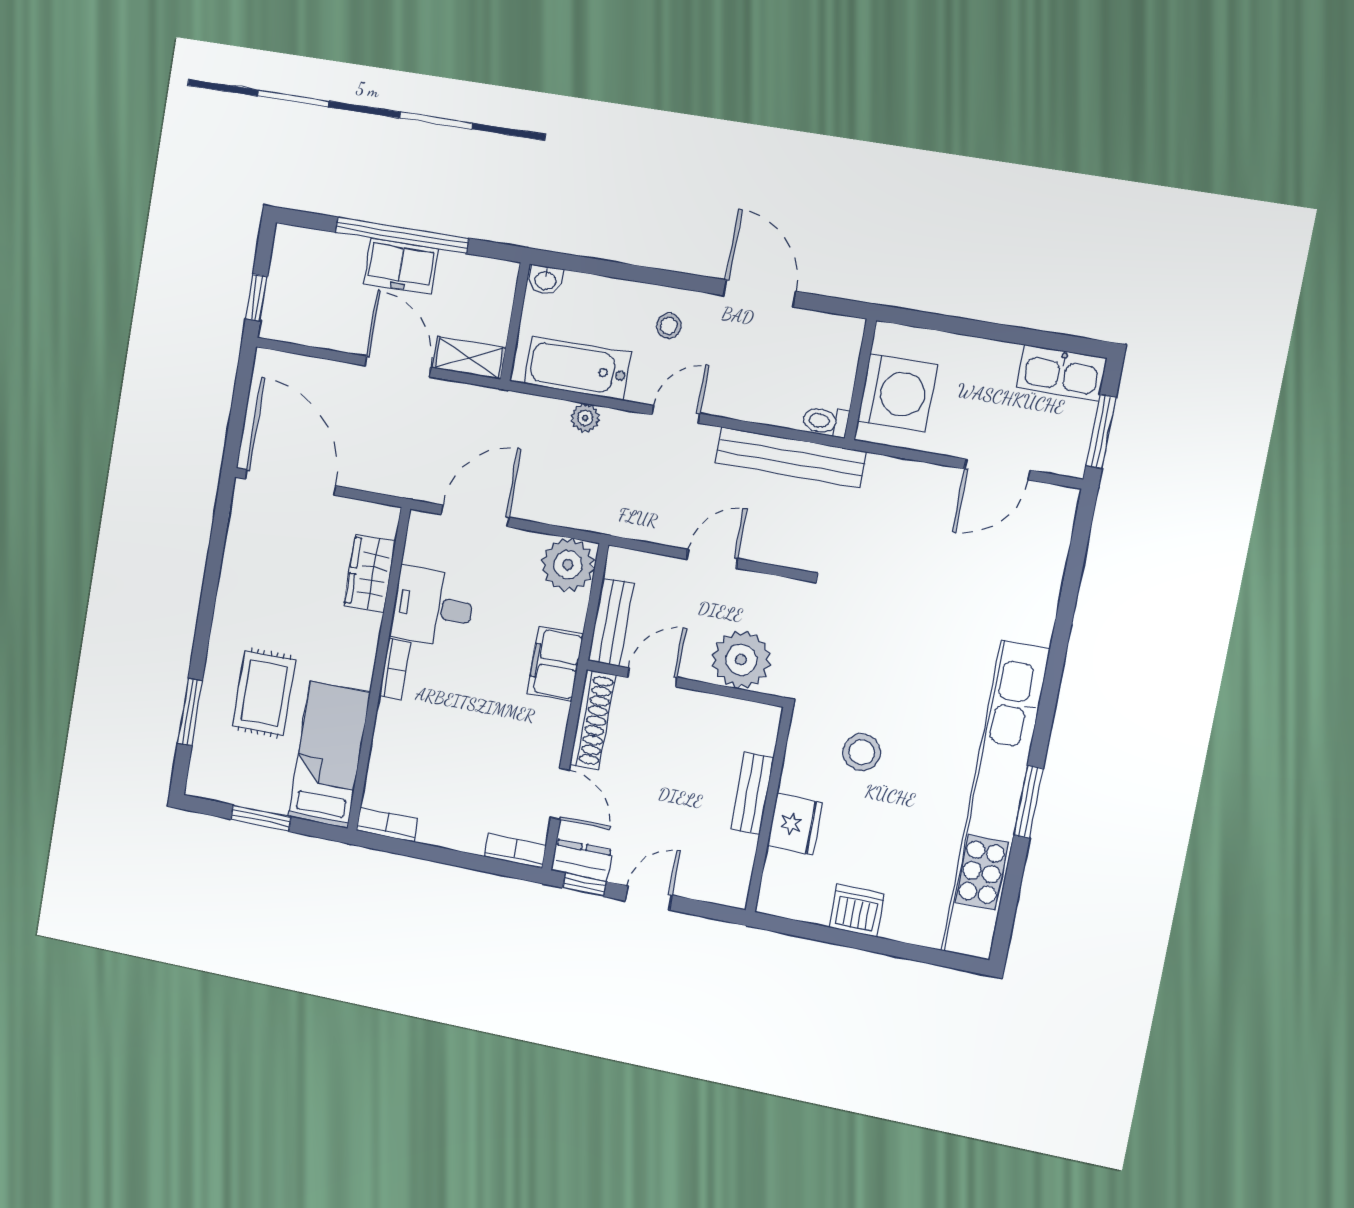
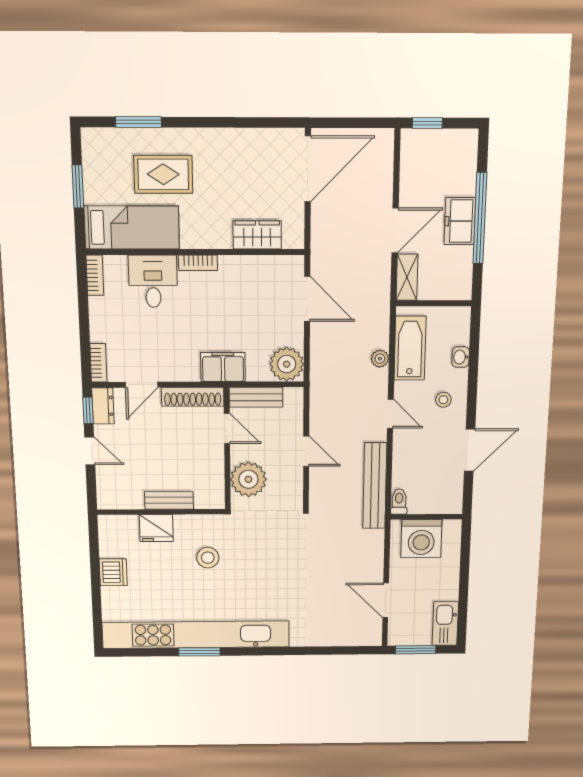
washbasin: (545, 280) -> (461, 357), moved
desk: (433, 607) -> (153, 281), moved

